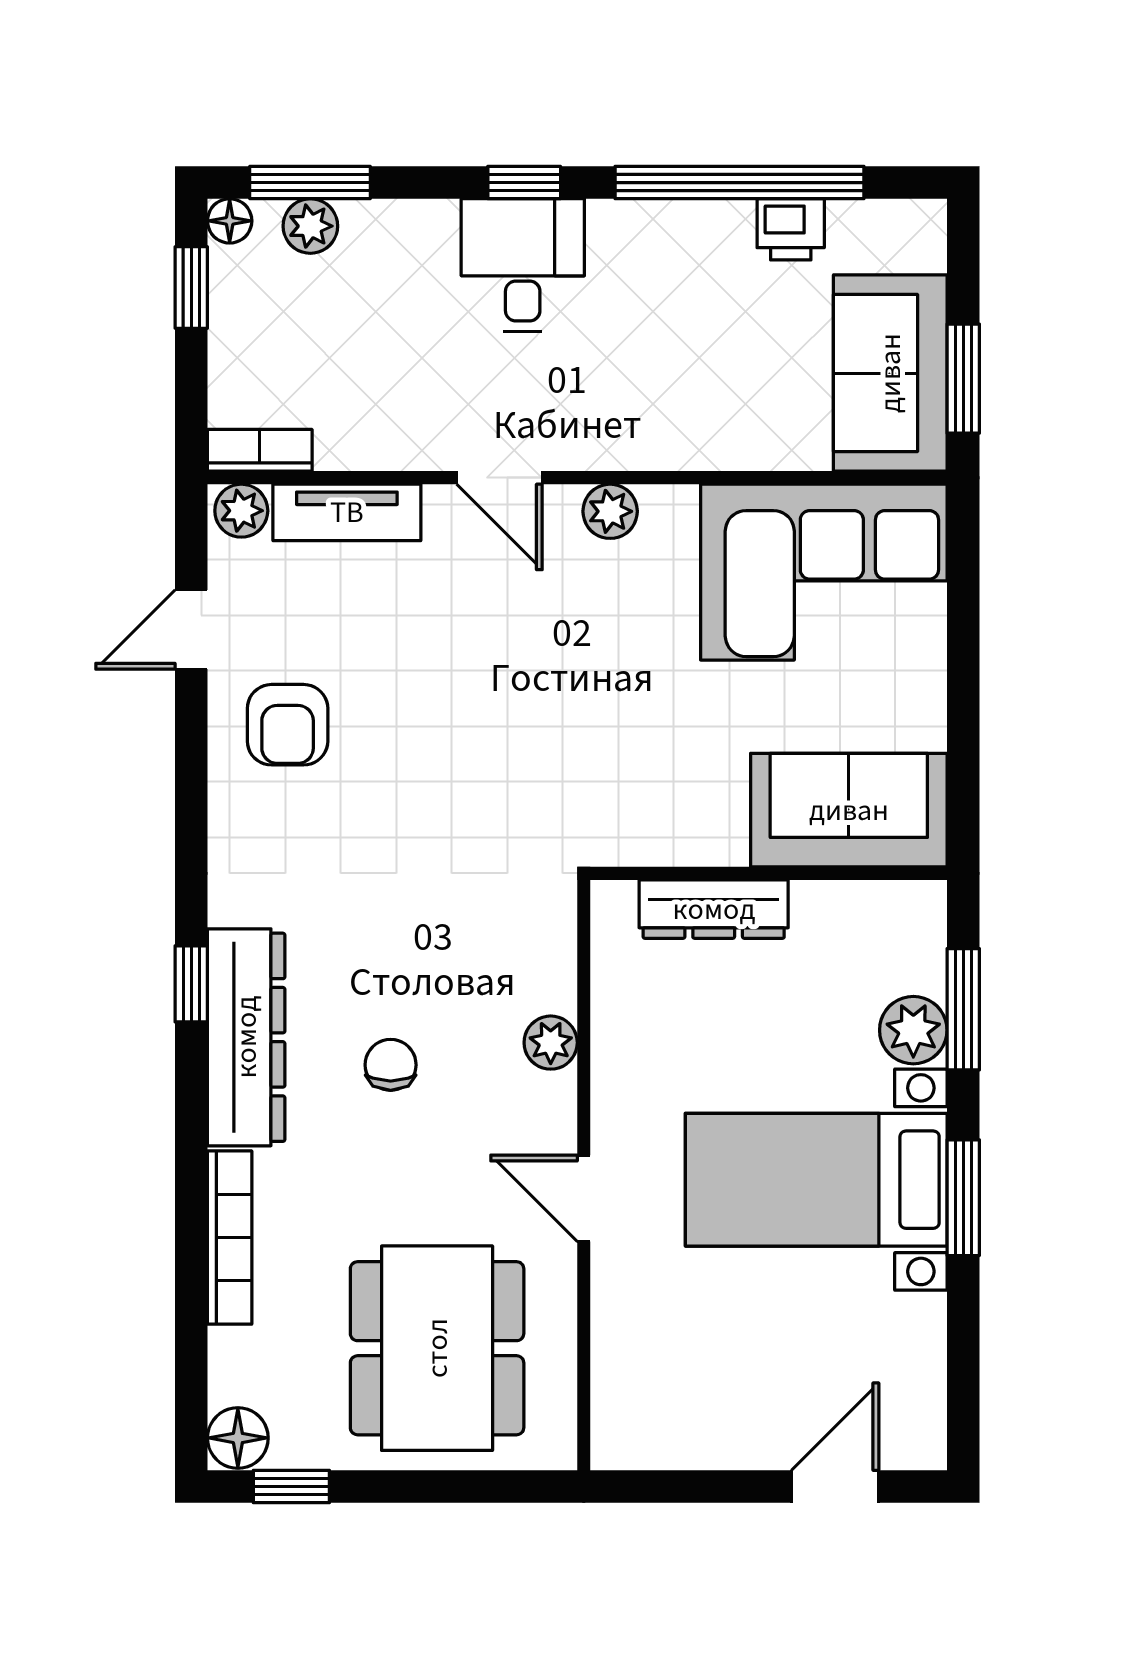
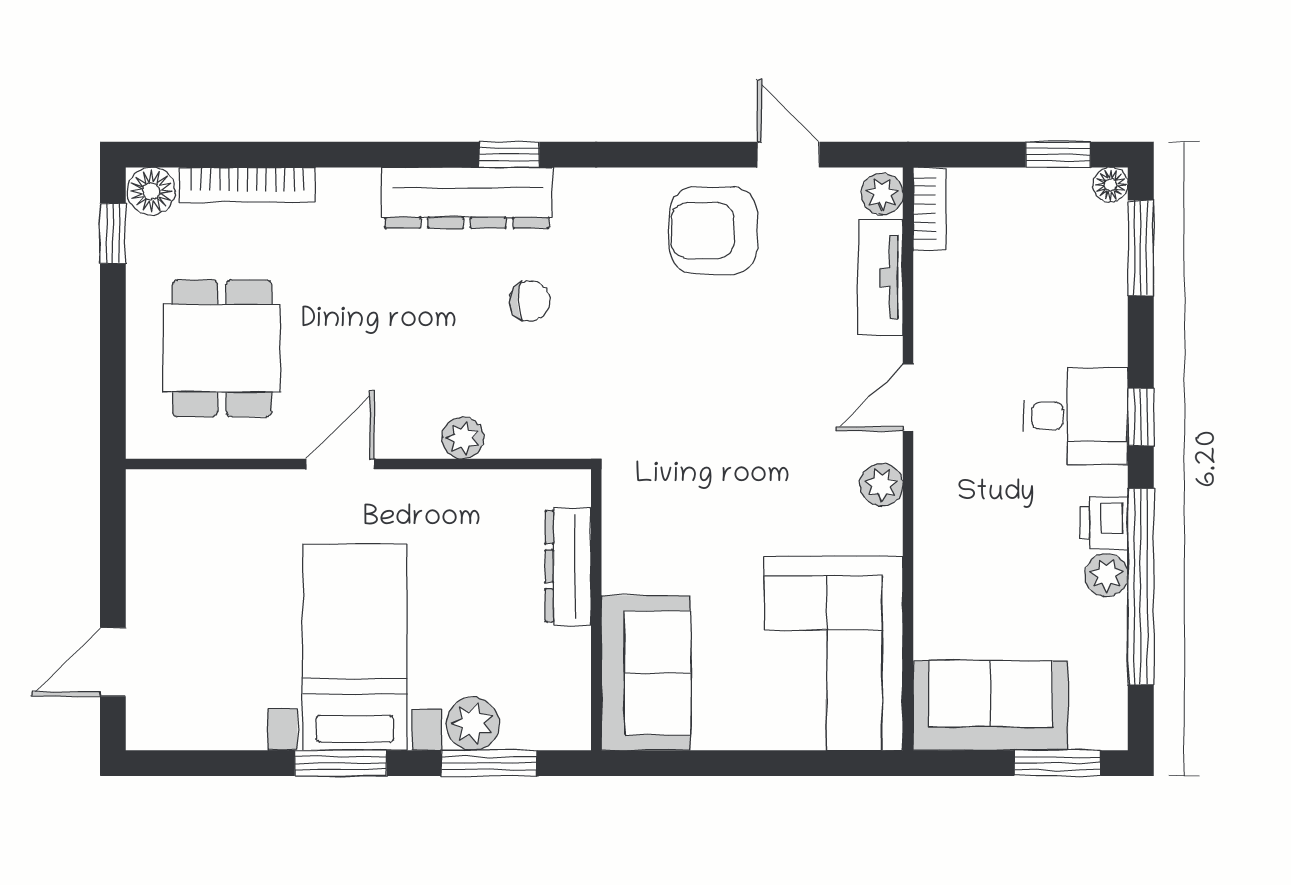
plant: (310, 226) -> (1106, 575), moved
printer: (791, 229) -> (1104, 523), moved
window: (963, 379) -> (1058, 763), moved
armchair: (288, 725) -> (713, 230), width x1.38, depth x1.38
chair: (391, 1065) -> (530, 301), moved
bookcase: (230, 1238) -> (247, 185), moved
dining table: (437, 1348) -> (222, 348), width x0.73
door: (835, 1486) -> (113, 662), swing flipped

